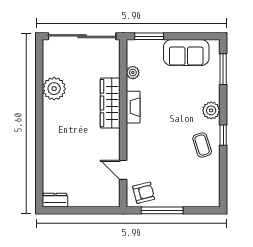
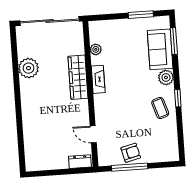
window: (149, 36) -> (141, 15), moved
sofa: (186, 53) -> (160, 49), moved, turned 90
armchair: (144, 193) -> (131, 153), moved
dresser: (55, 200) -> (80, 162), moved

